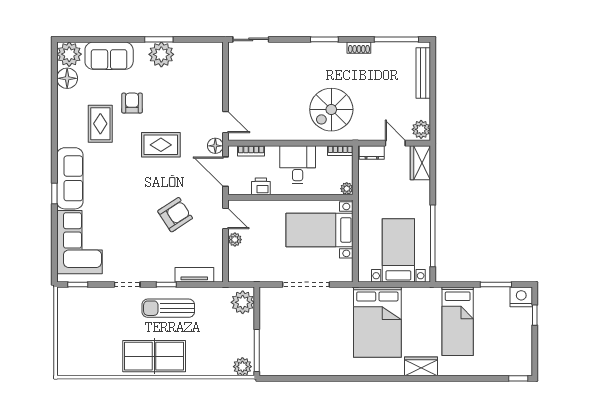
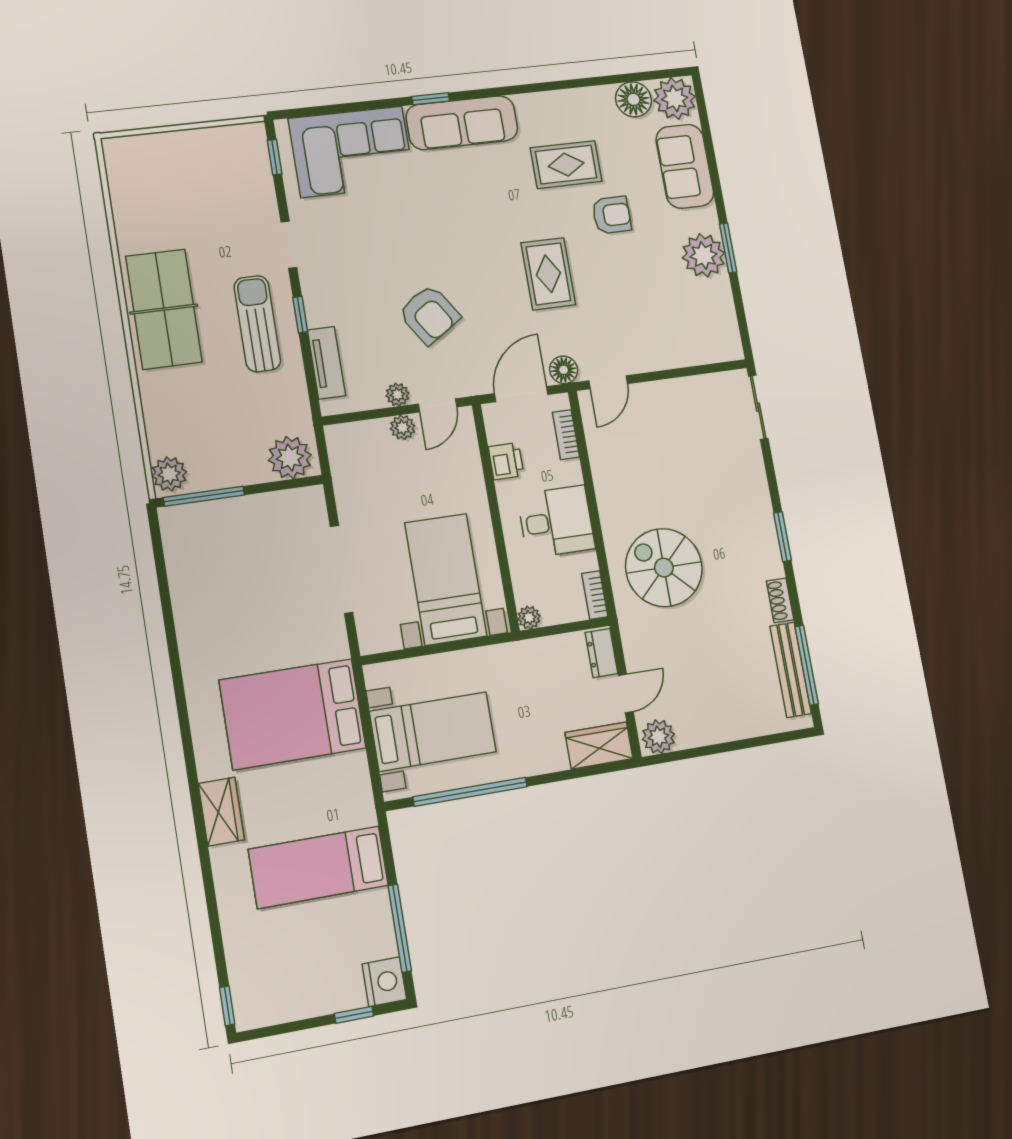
bench: (423, 73) -> (791, 670), moved, turned 90
plant: (217, 239) -> (398, 395), added
window: (496, 285) -> (400, 928), width x1.44

